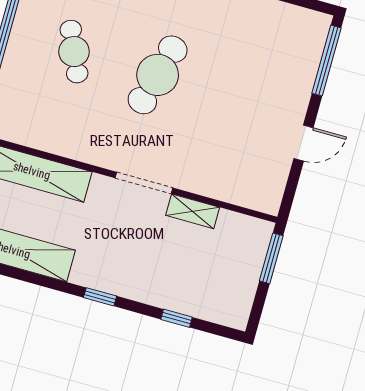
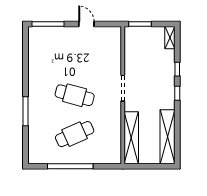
cafe table: (74, 52) -> (75, 134), width x1.37, depth x1.35
shelving: (193, 211) -> (170, 38), moved
window: (177, 318) -> (177, 69), moved

